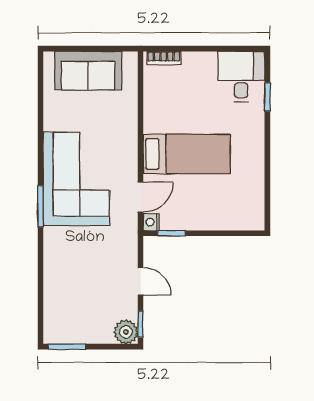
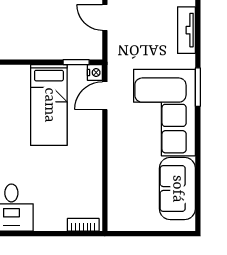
sofa: (88, 71) -> (177, 189), moved, turned -90
bed: (187, 154) -> (49, 105), moved, turned -90
tv unit: (53, 268) -> (186, 30), added

